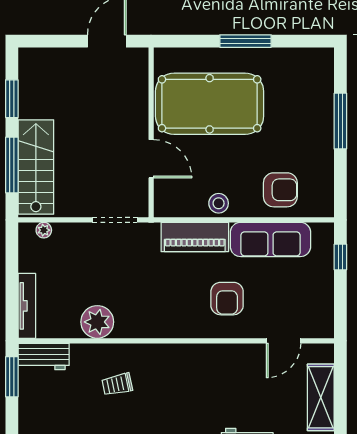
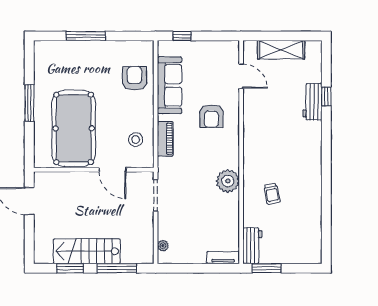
door: (151, 159) -> (113, 170), swing flipped
stairs: (36, 167) -> (87, 251), moved
stool: (219, 203) -> (136, 140), moved
piano: (195, 237) -> (165, 139), width x0.73, depth x0.75
armchair: (227, 299) -> (211, 116), turned 90
tv unit: (27, 306) -> (223, 258), width x0.71
plant: (97, 322) -> (228, 181), moved

